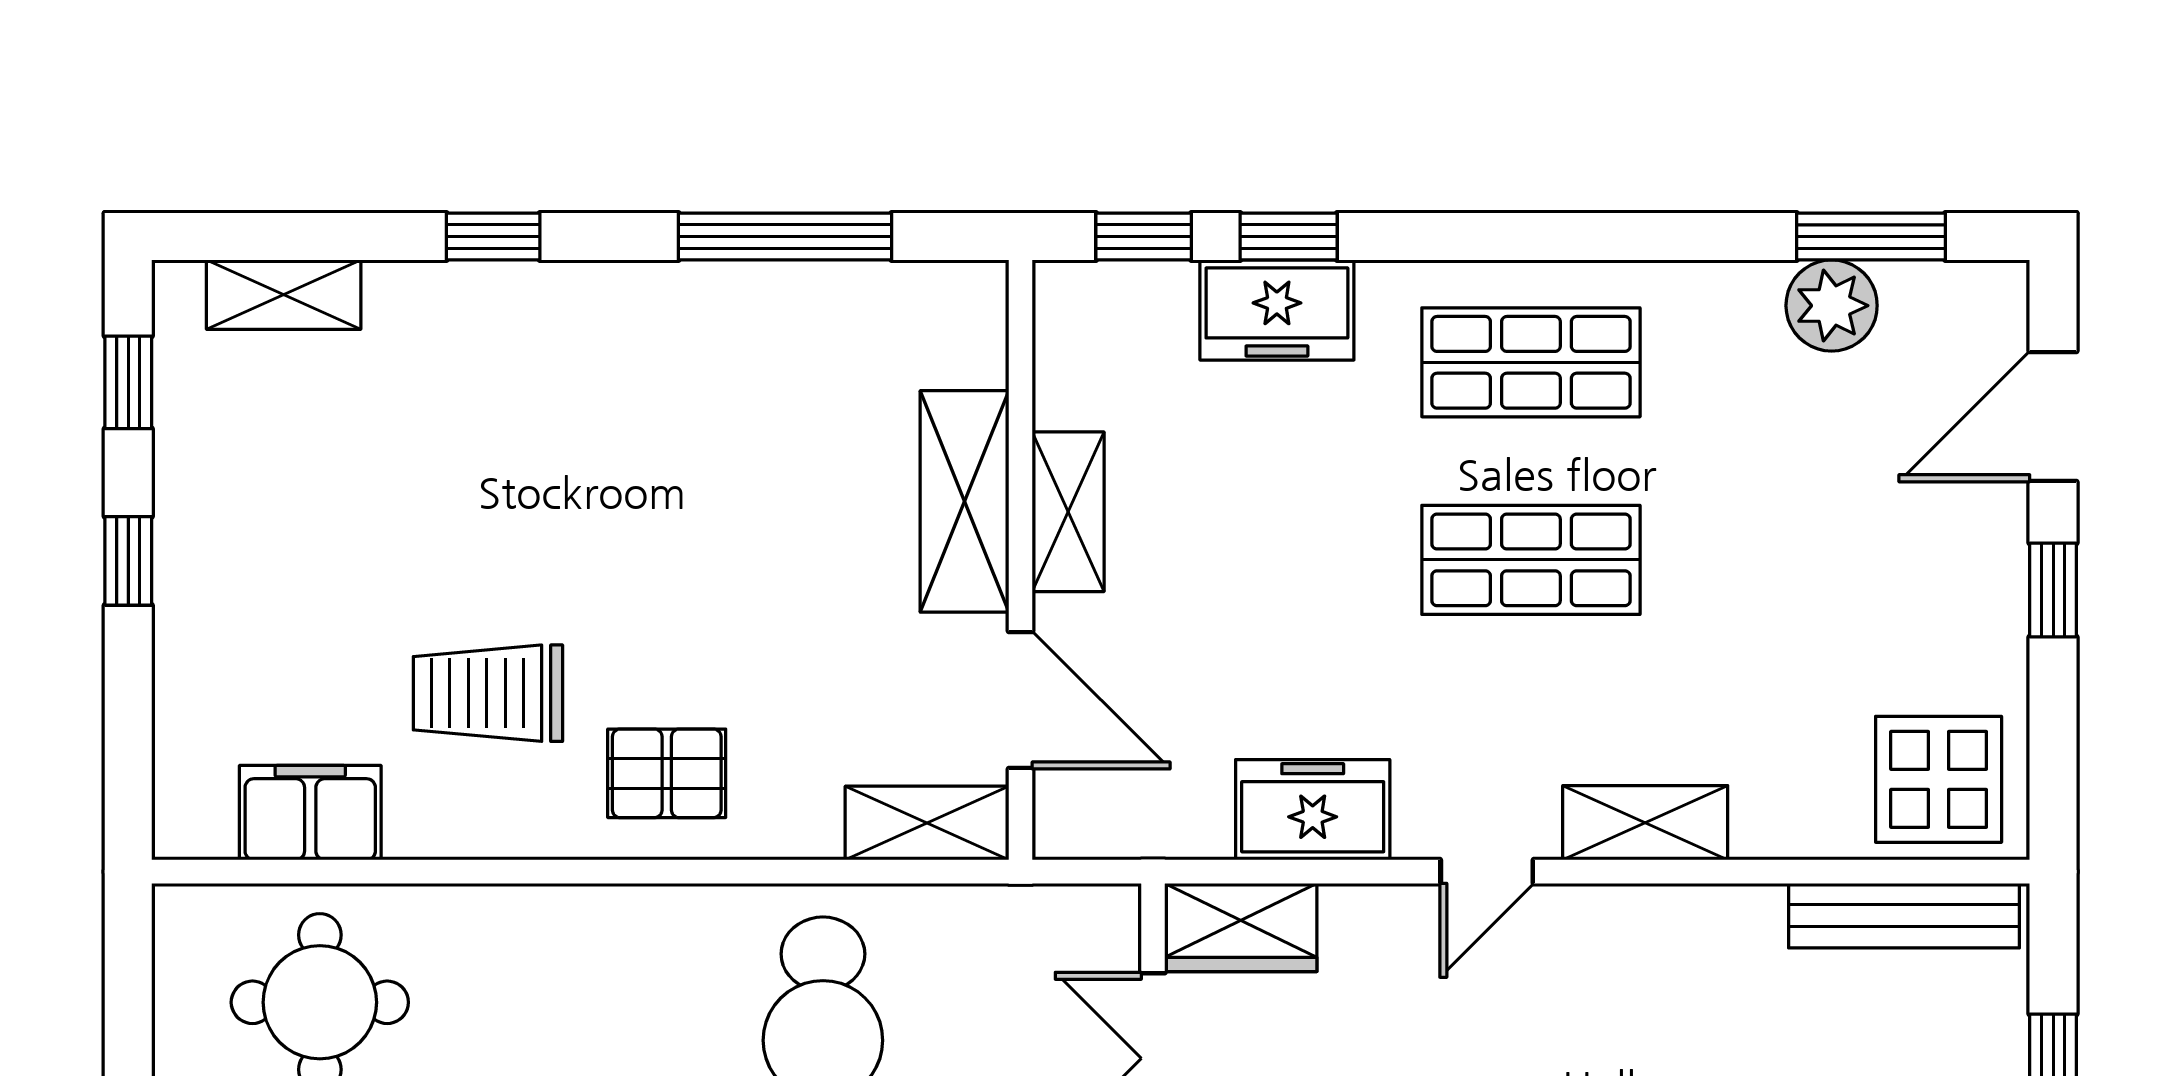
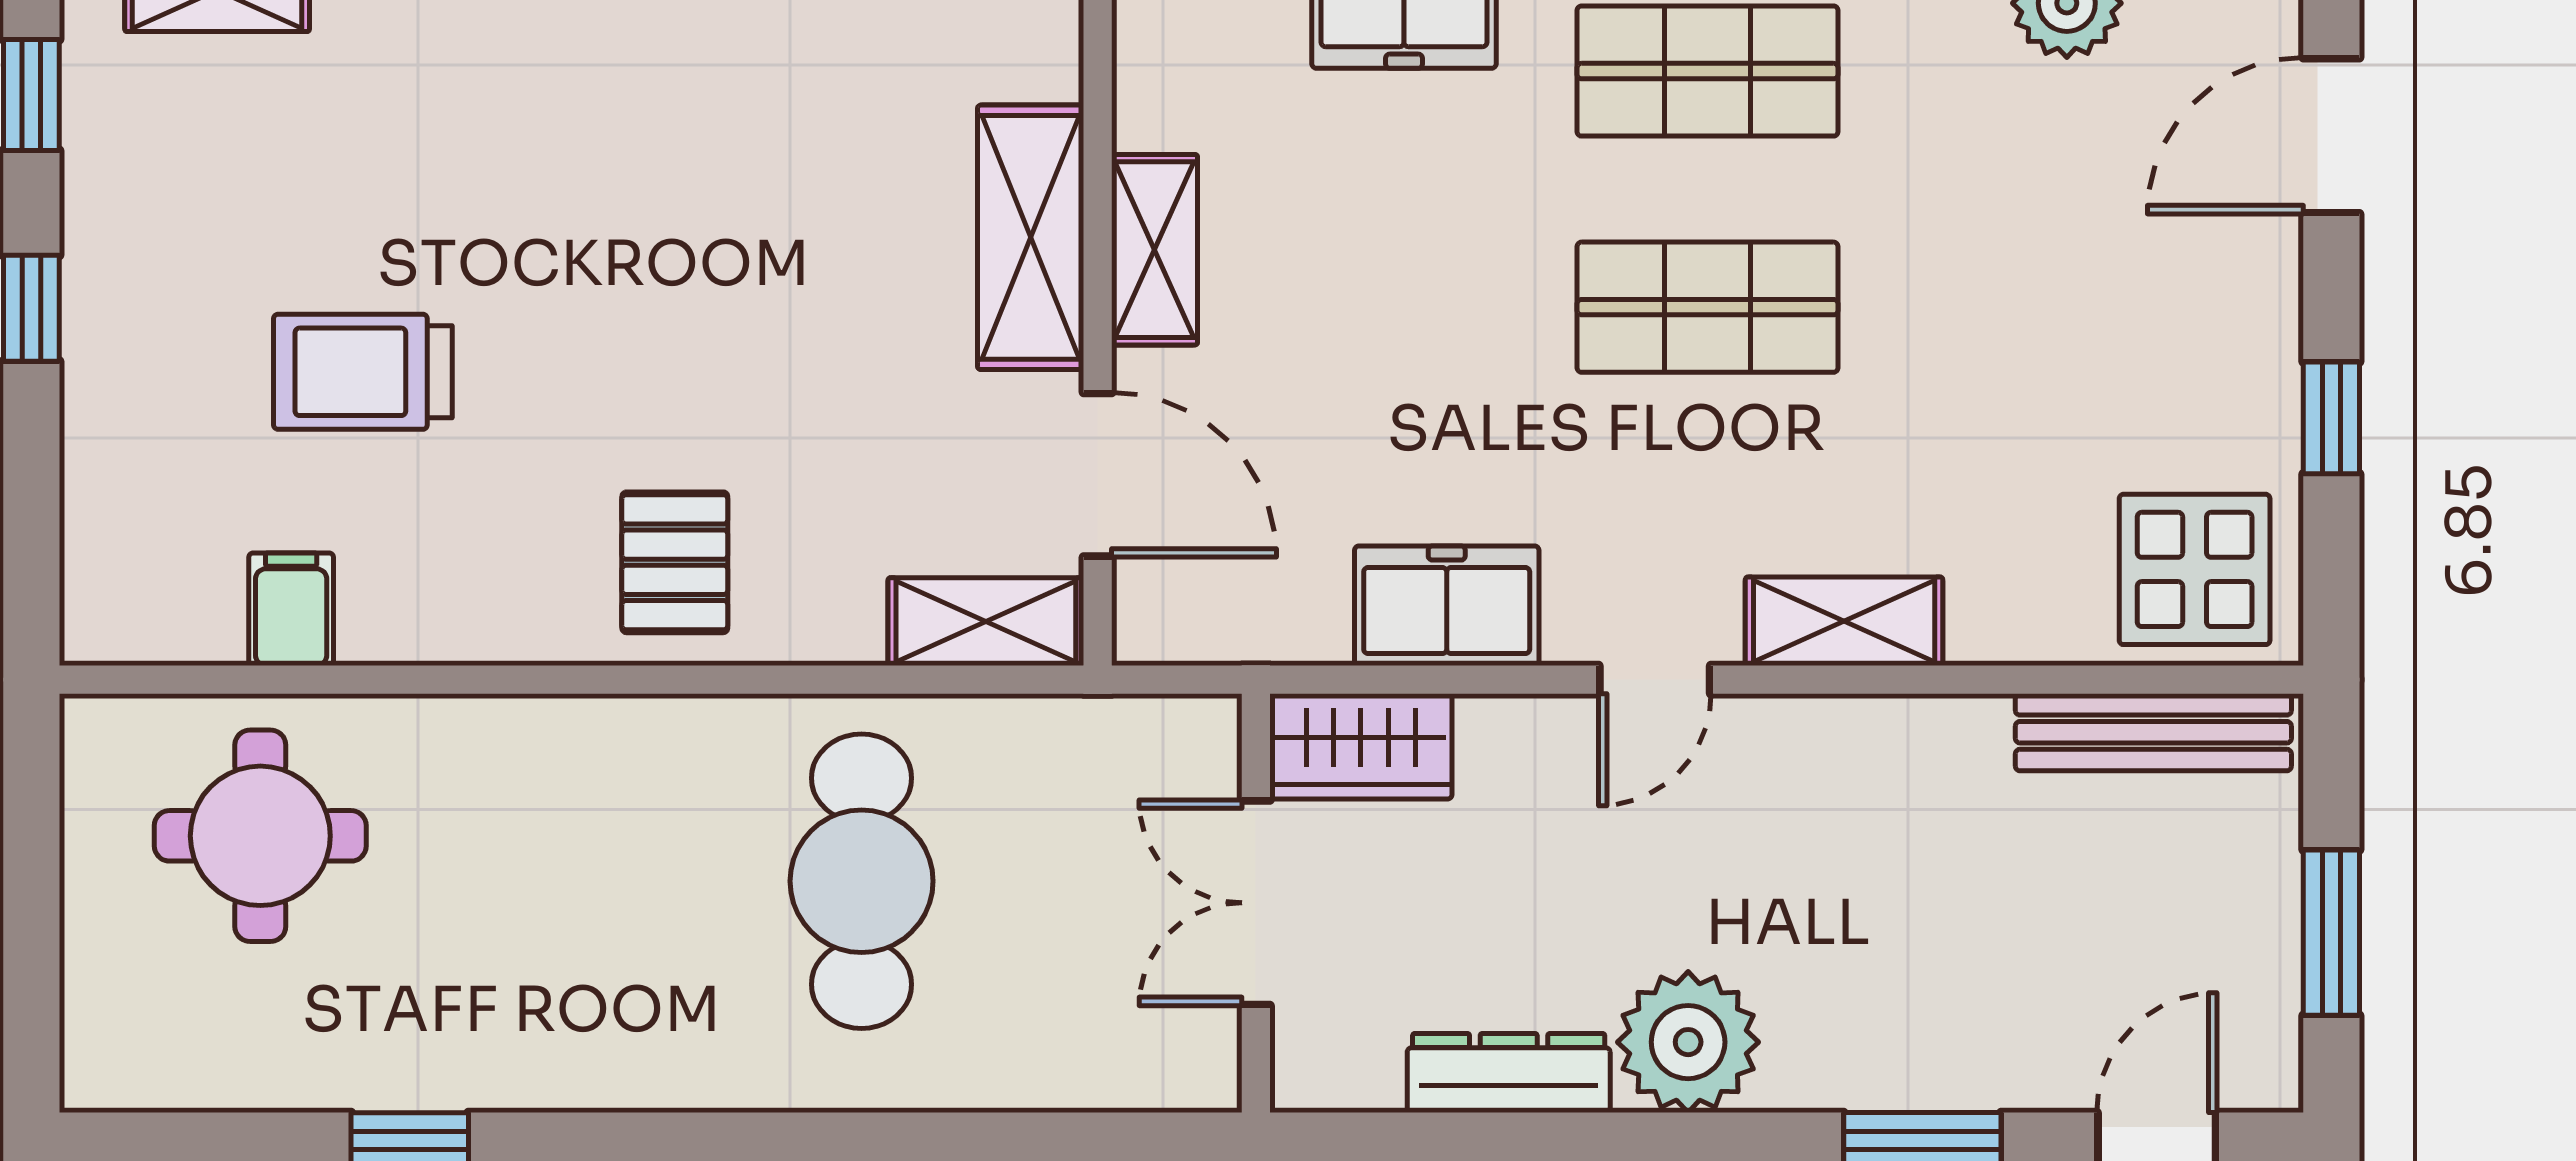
window: (2053, 590) -> (2331, 418), moved
trolley: (488, 693) -> (363, 372), moved
pallet: (667, 773) -> (675, 562), turned 90
filing cabinet: (310, 813) -> (291, 609), width x0.50

